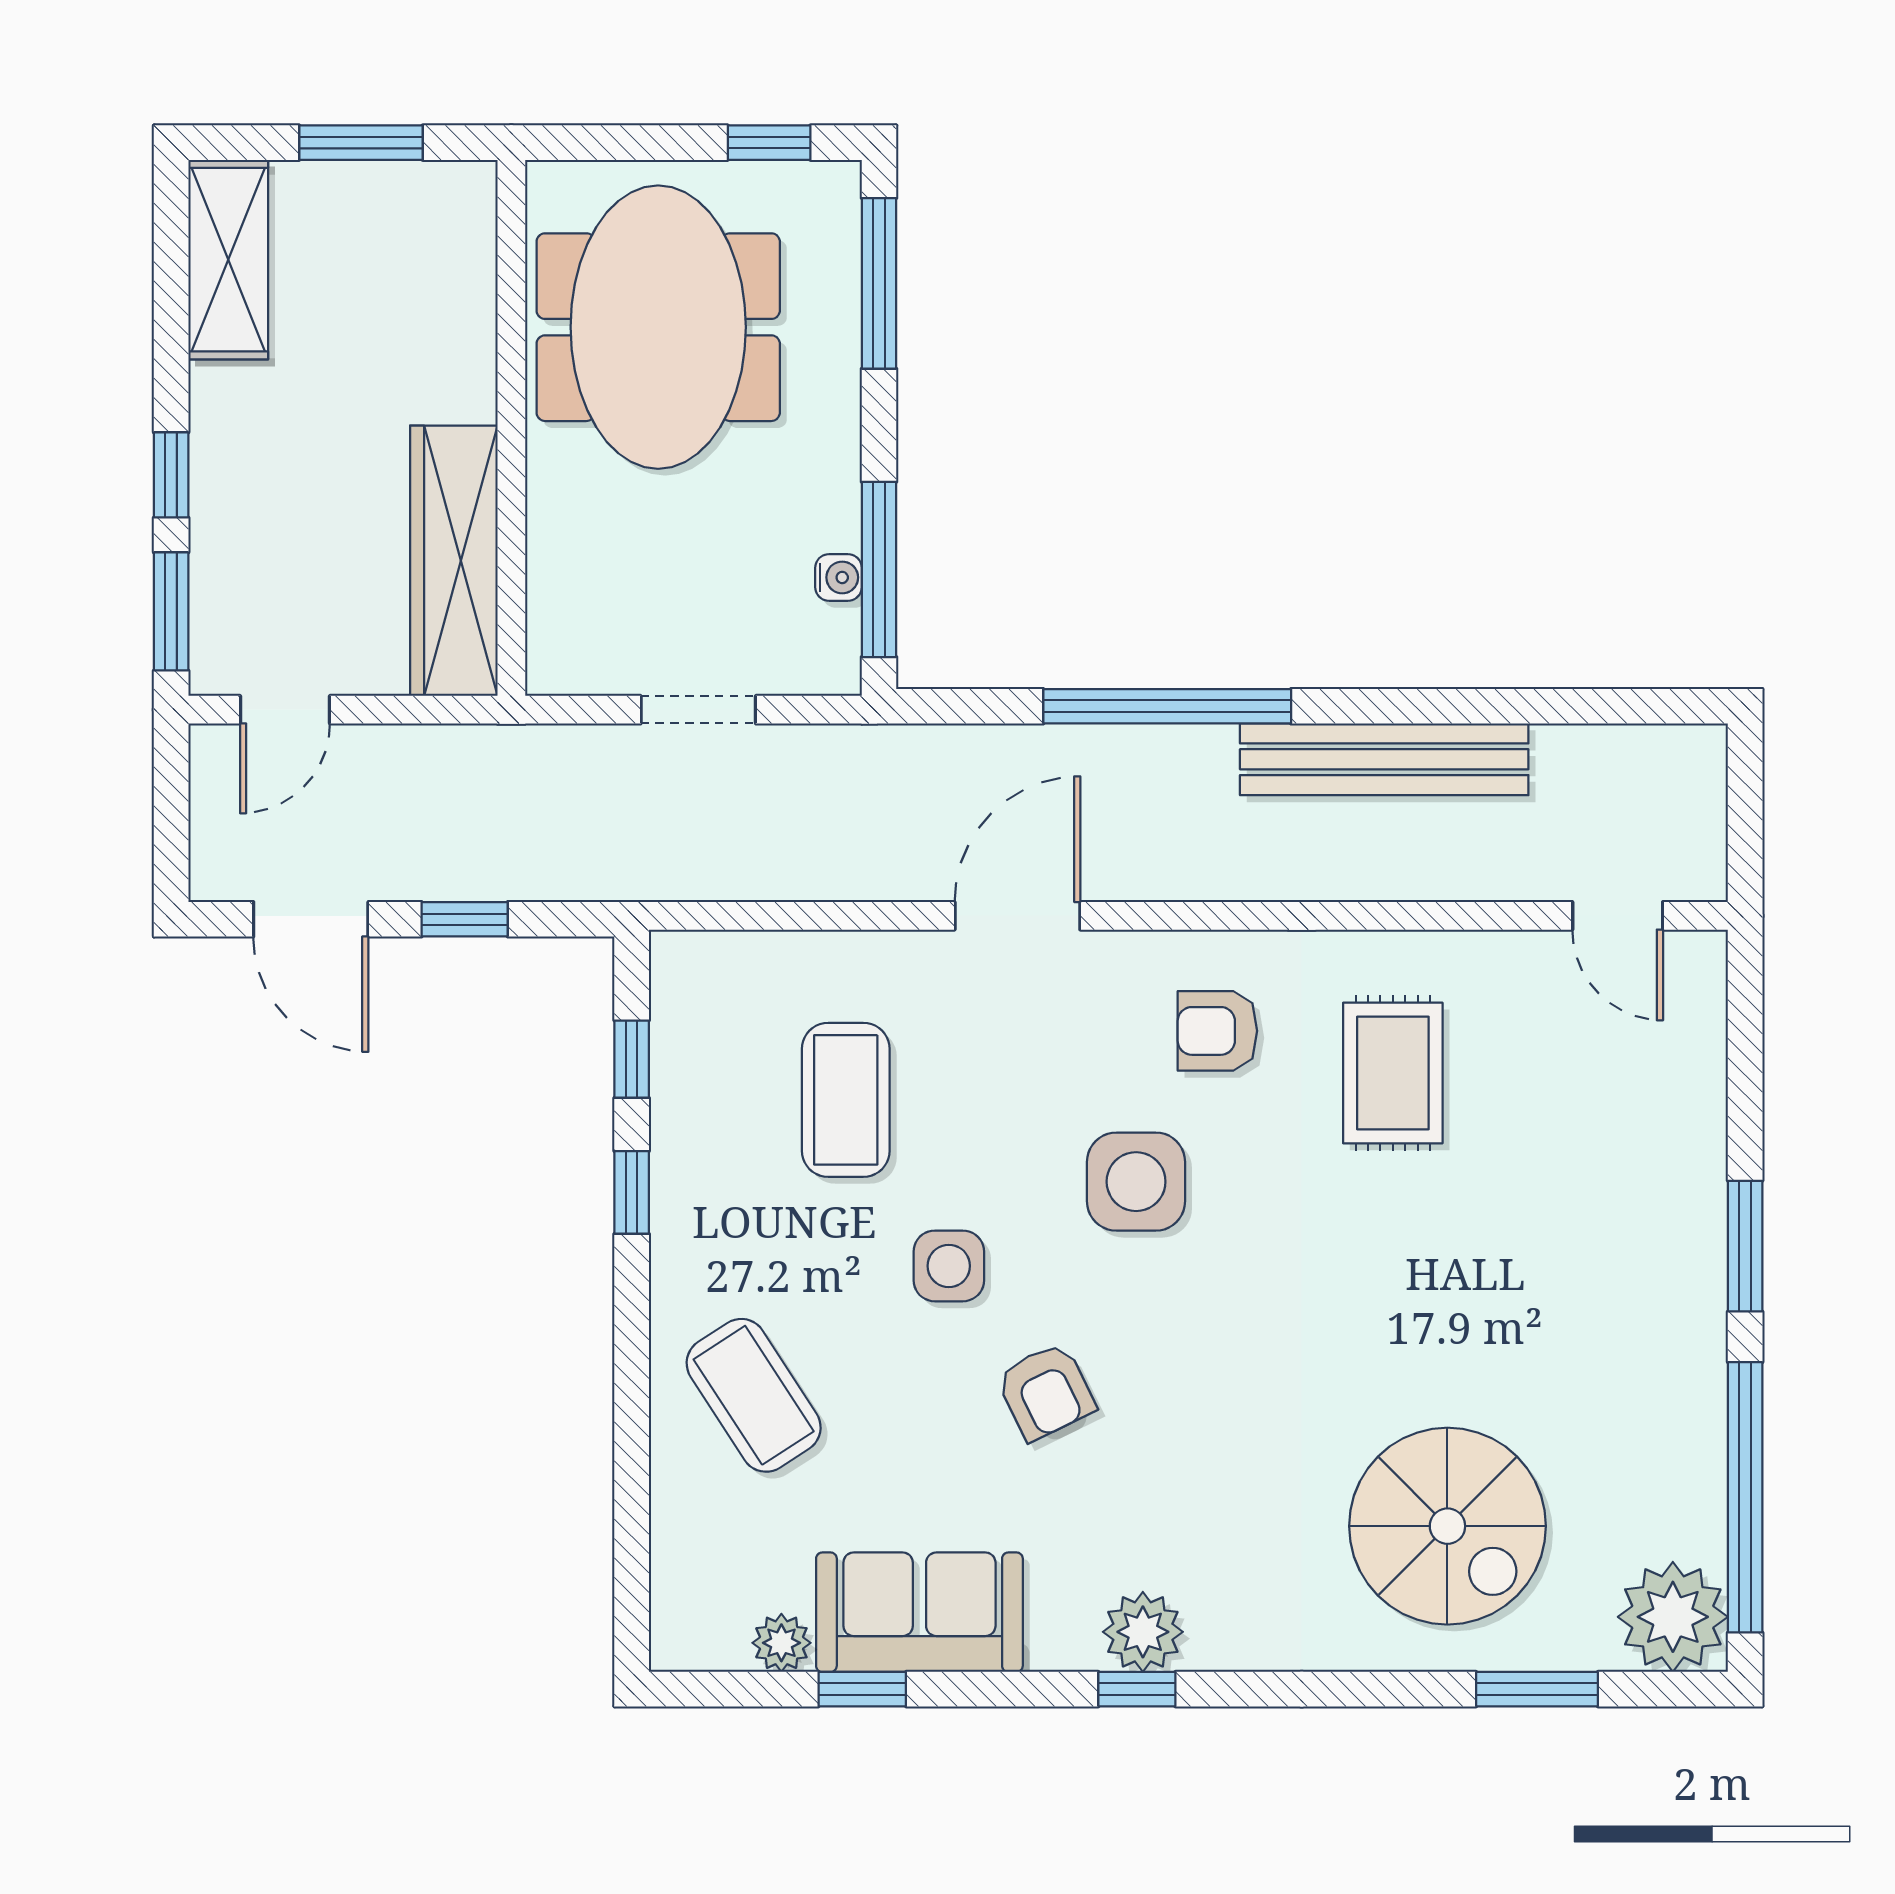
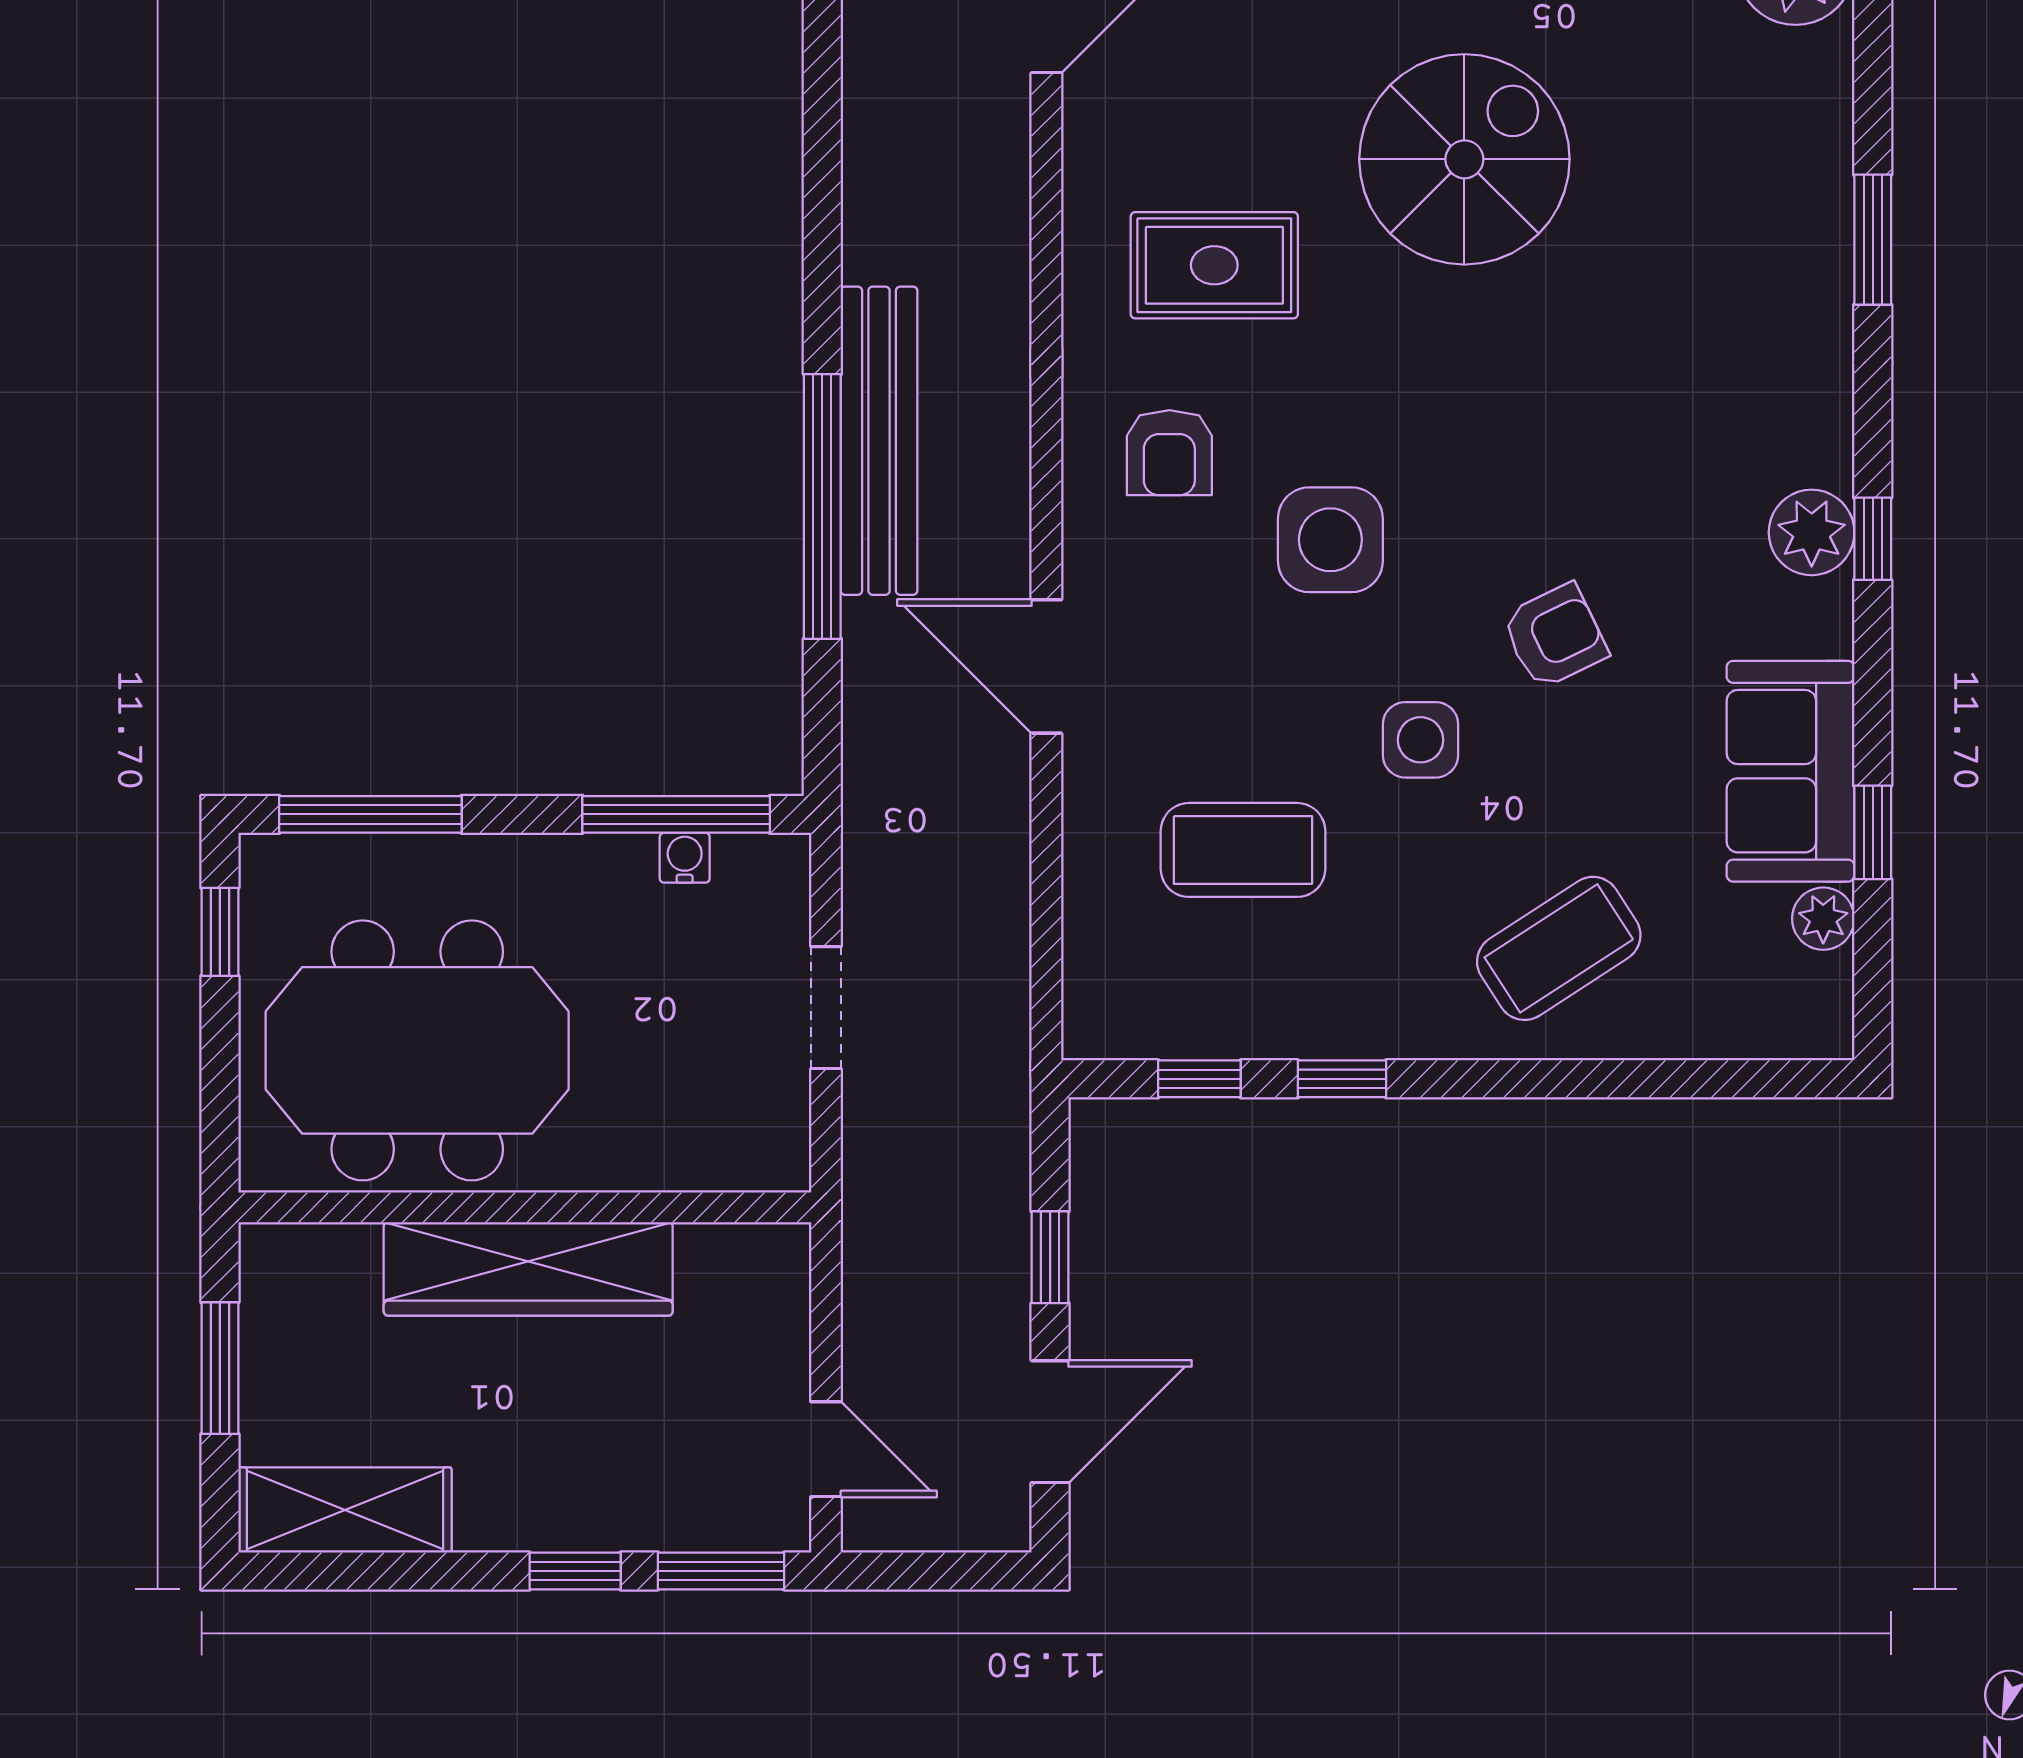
wardrobe: (454, 561) -> (528, 1269), moved
bench: (1384, 759) -> (879, 441), moved
spiral stairs: (1447, 1526) -> (1464, 159), moved
window: (1537, 1689) -> (1873, 240), moved

